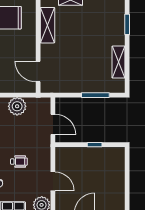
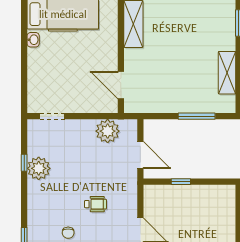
plant: (17, 106) -> (108, 131), moved
window: (95, 145) -> (181, 182), moved

